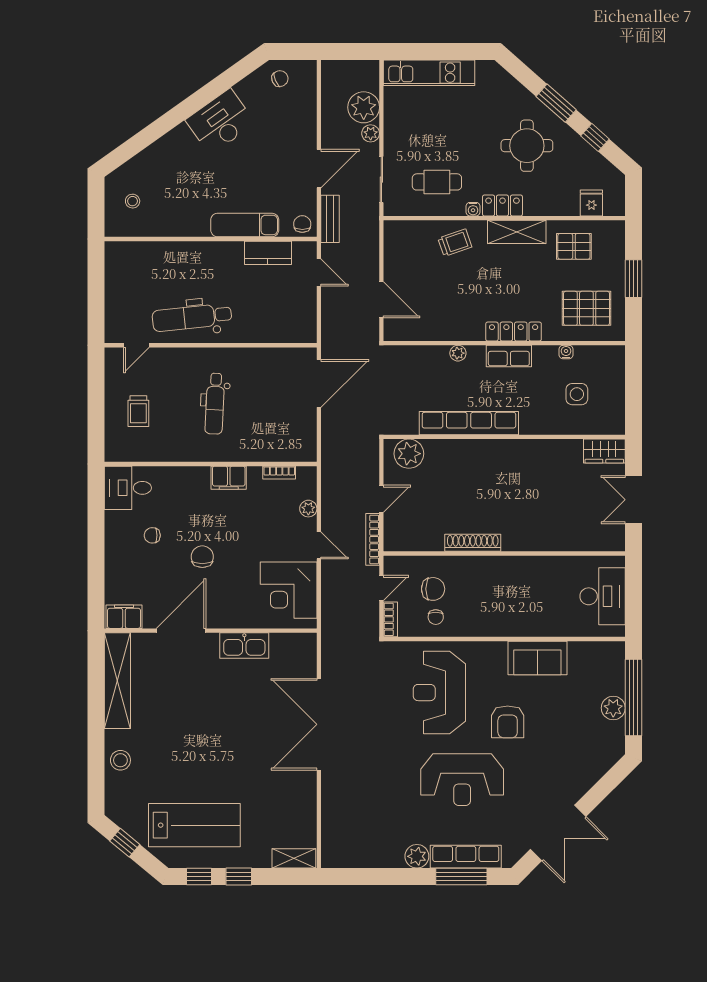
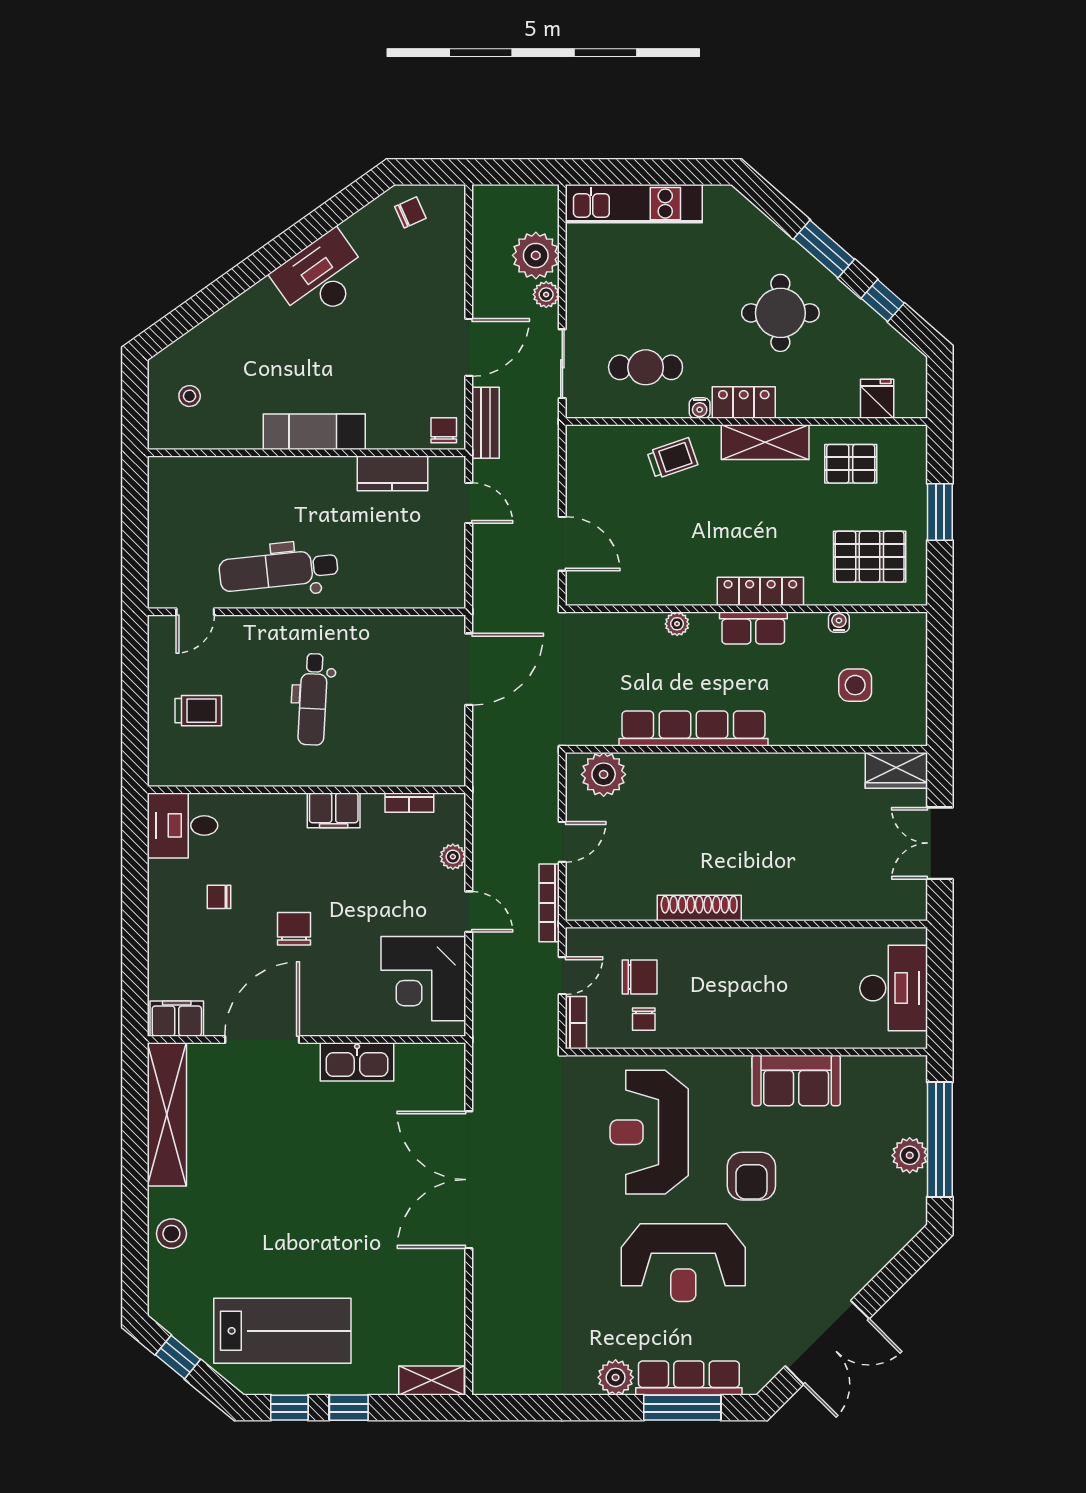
exam couch: (245, 225) -> (314, 432), moved
trolley: (138, 411) -> (198, 711), turned -90

